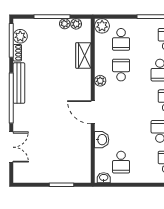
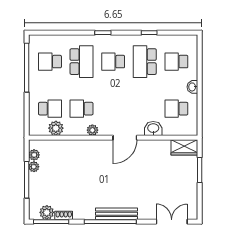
plant: (102, 26) -> (56, 128), moved
wardrobe: (83, 55) -> (184, 147), moved
bench: (19, 83) -> (117, 214), moved
double door: (11, 147) -> (172, 222), moved
school desk: (121, 162) -> (176, 109), turned 180
washbasin: (104, 178) -> (192, 87), moved

